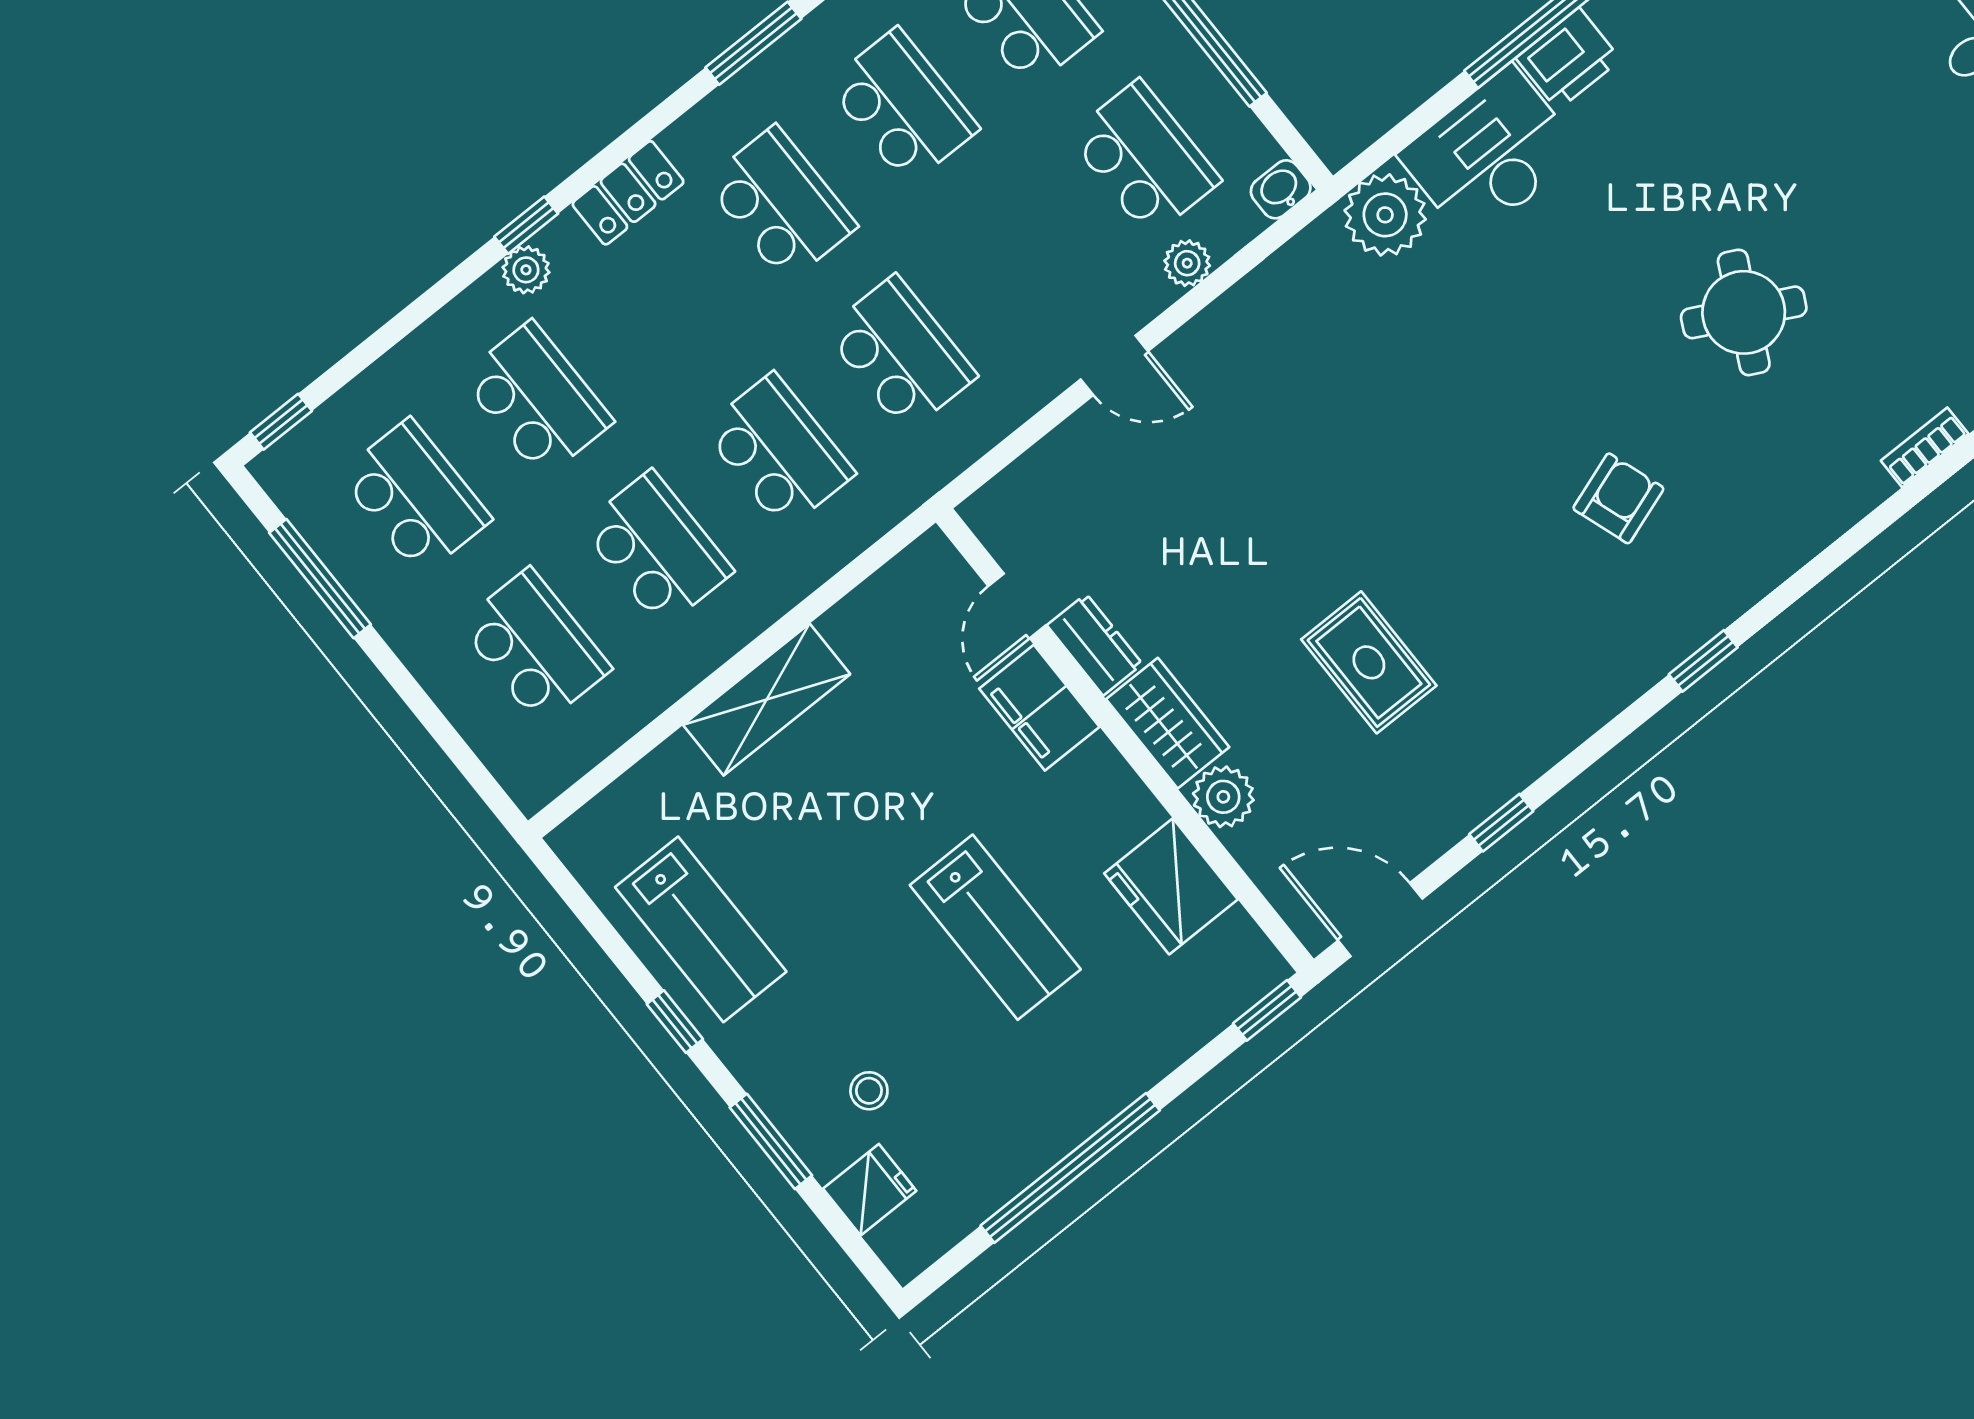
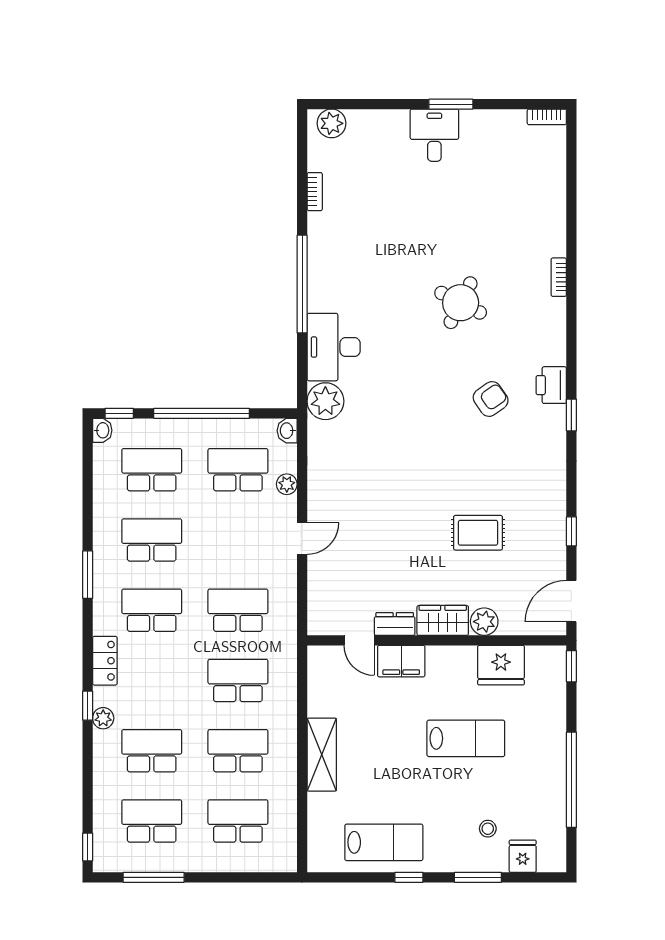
printer: (1568, 59) -> (551, 385), moved, turned 180
armchair: (1618, 498) -> (491, 399), turned 74

